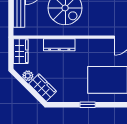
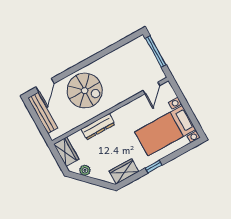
wardrobe: (43, 88) -> (124, 171), moved, turned -45

